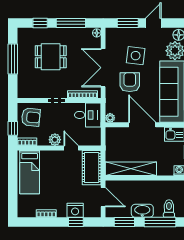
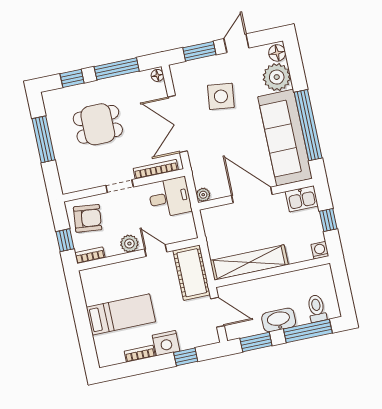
armchair: (130, 82) -> (221, 137), removed
bed: (30, 172) -> (121, 314), moved, turned -90
nightstand: (75, 210) -> (166, 343), moved

